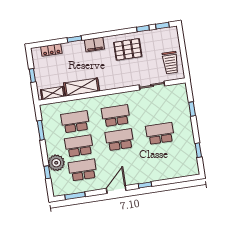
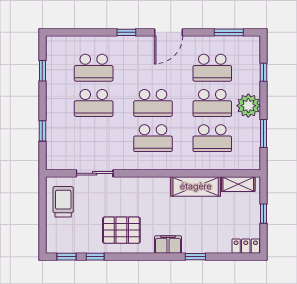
locker: (51, 50) -> (246, 246), moved
school desk: (164, 158) -> (94, 68), added
plant: (56, 163) -> (248, 106), moved

